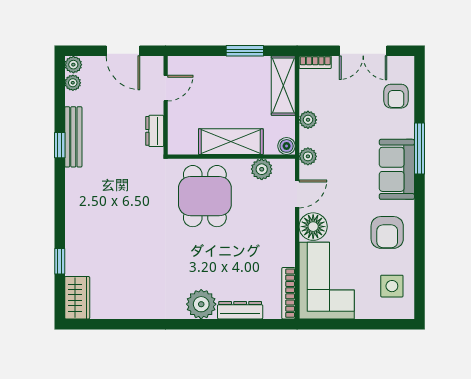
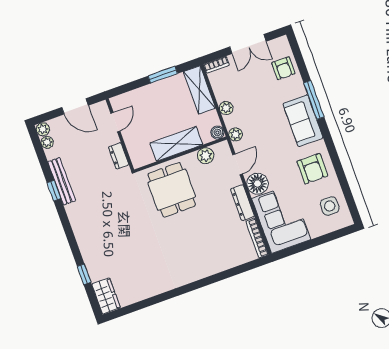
plant: (201, 304) -> (197, 269), removed
dresser: (240, 310) -> (243, 203), moved, turned -90

